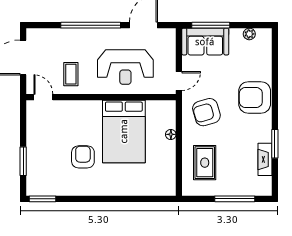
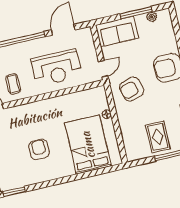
window: (211, 25) -> (136, 13), moved
bed: (124, 131) -> (88, 145), moved, turned 180
rug: (205, 163) -> (158, 137), moved

